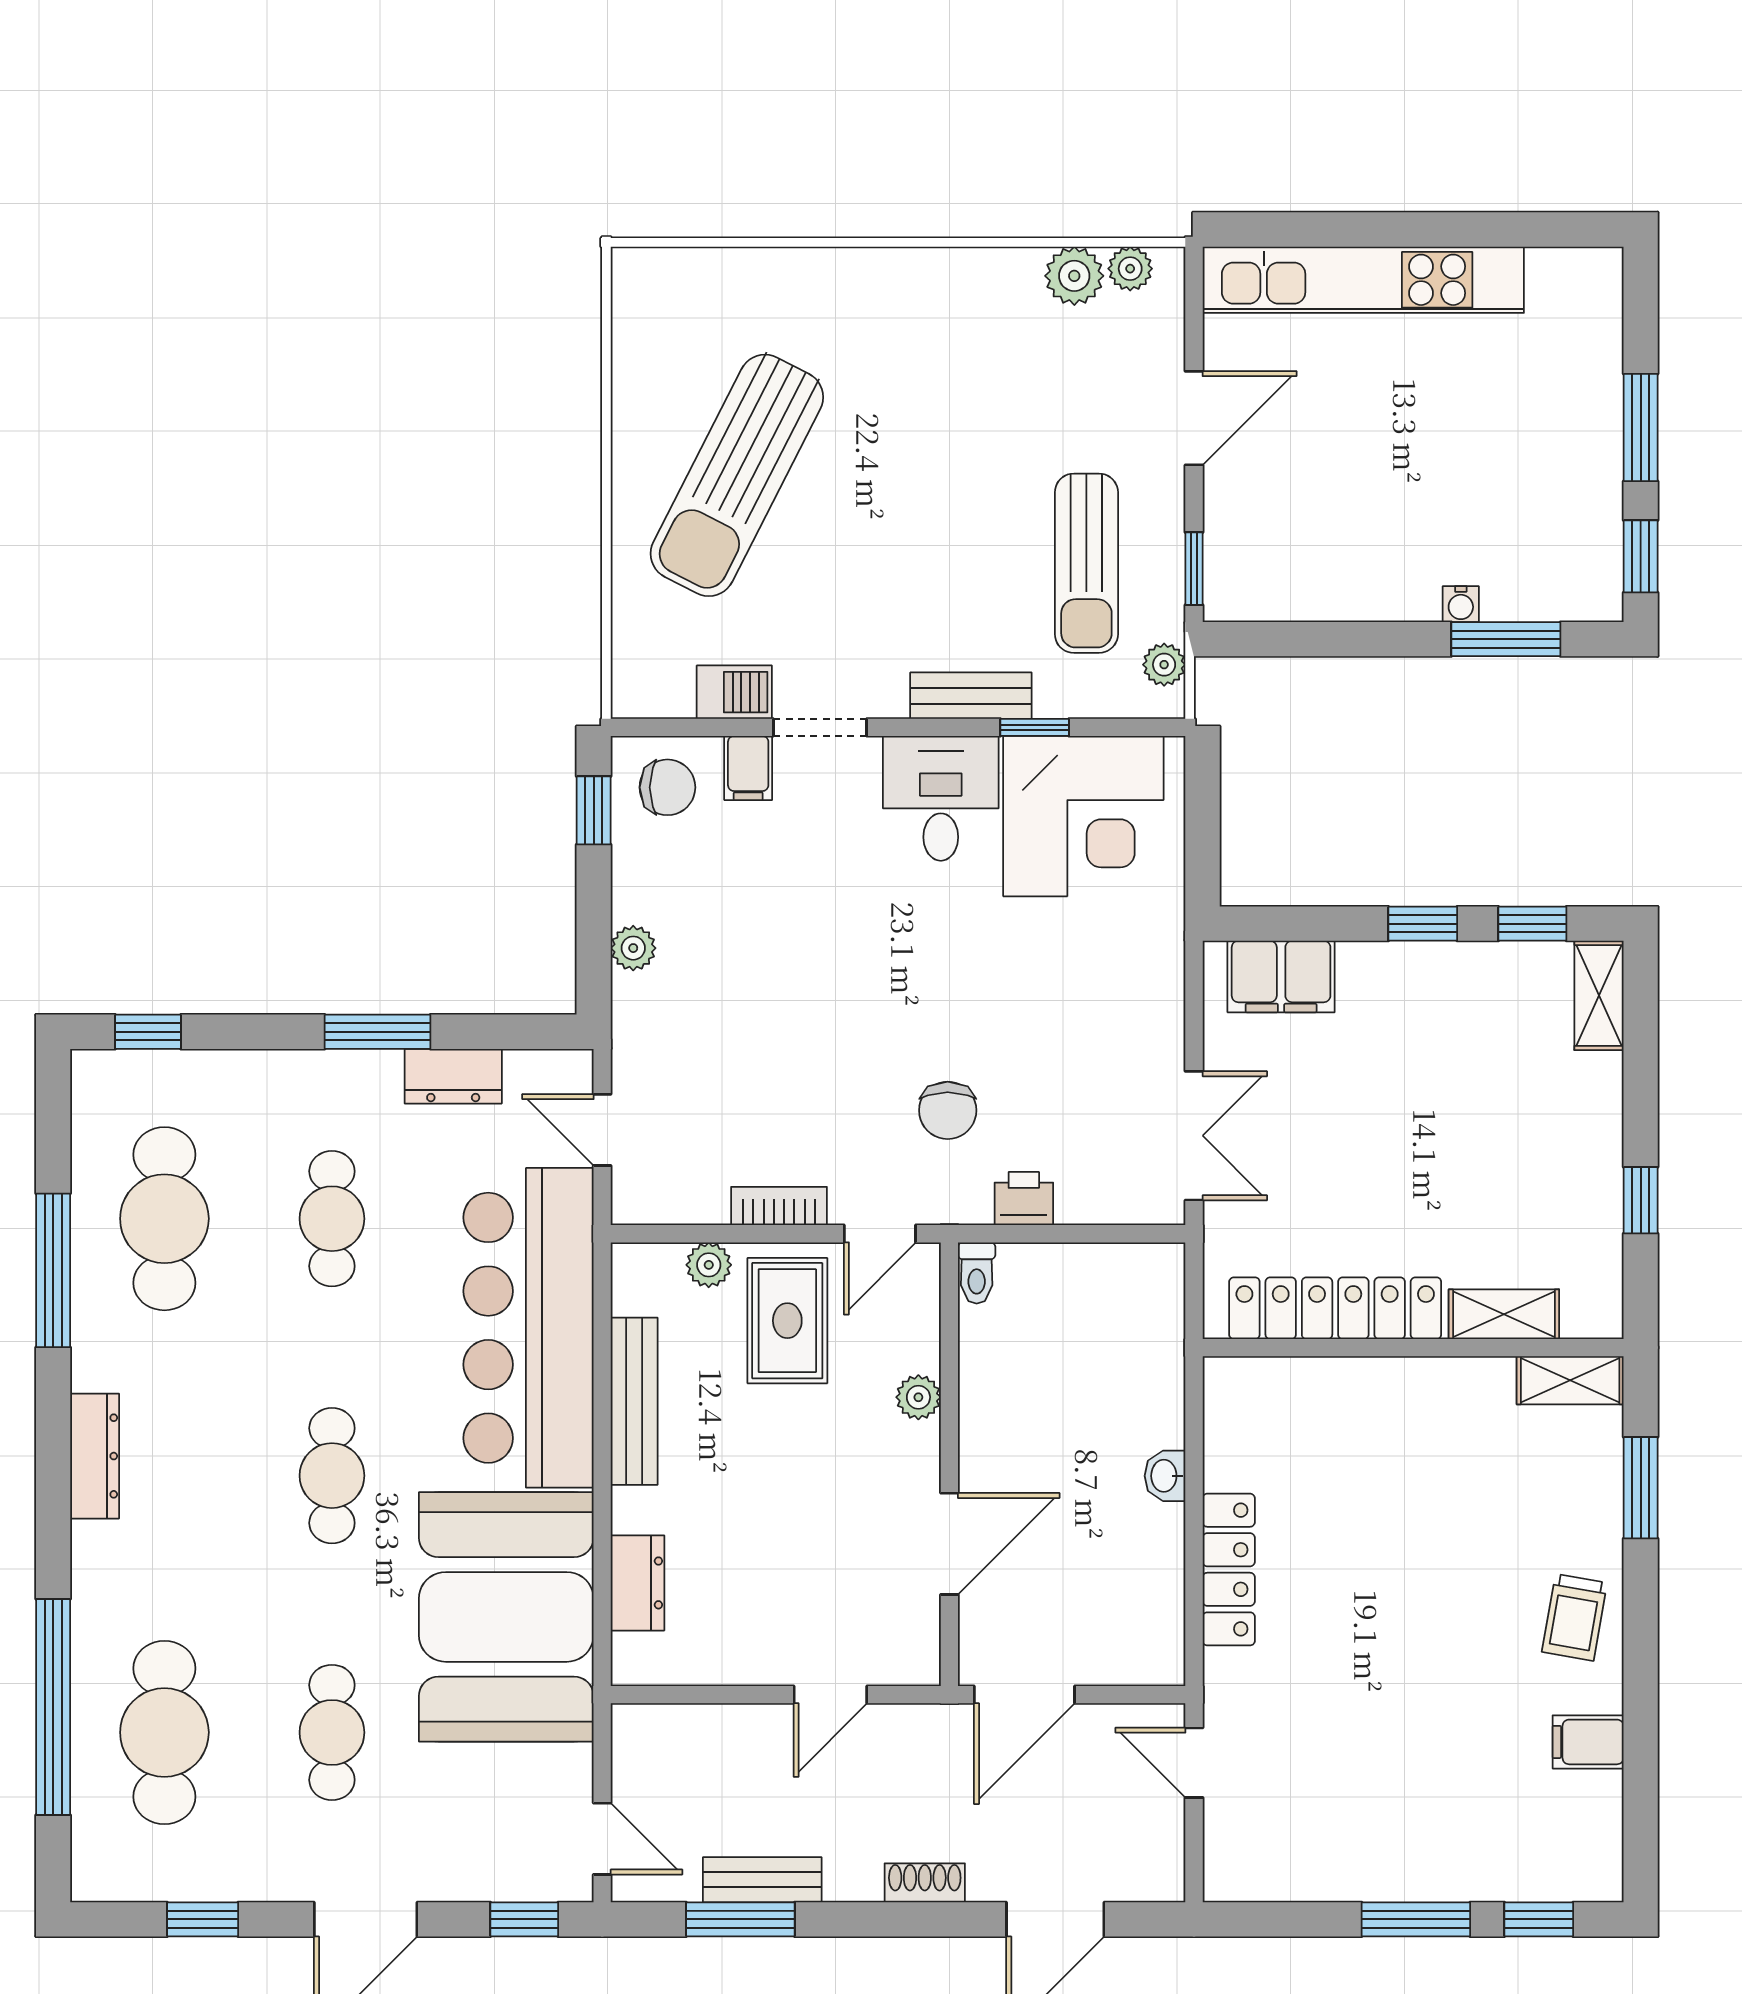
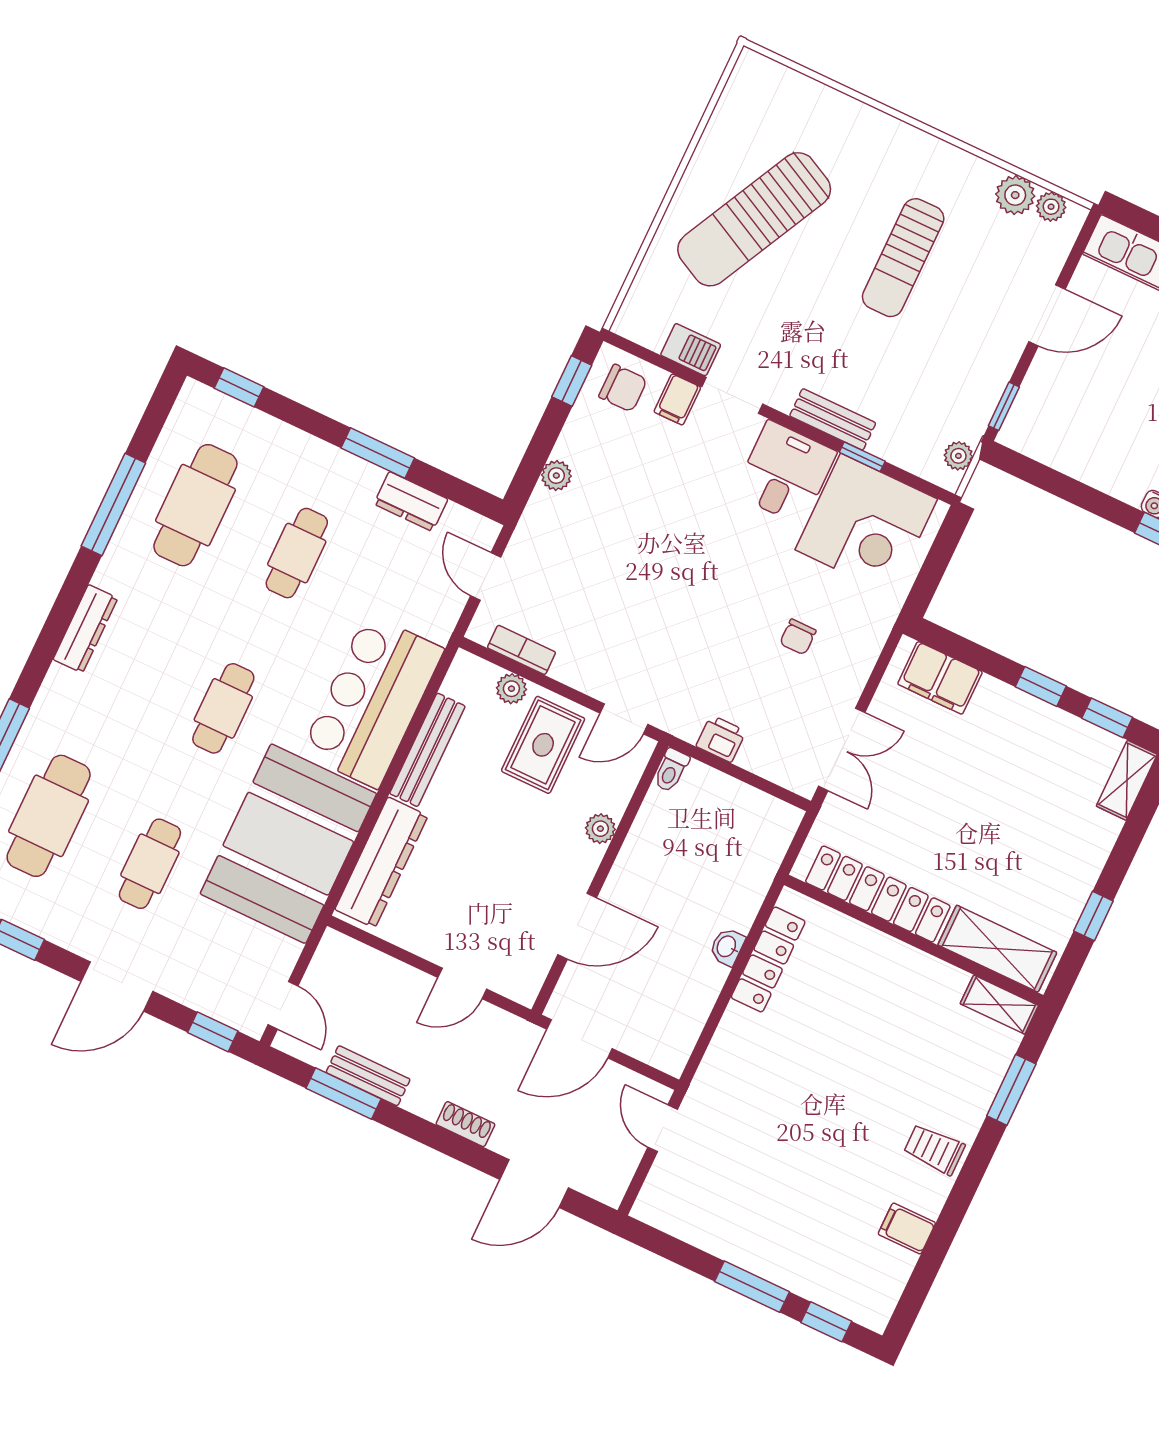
sun lounger: (1086, 563) -> (903, 258), moved
chair: (948, 1110) -> (798, 637), moved, width x0.73, depth x0.73
bookcase: (779, 1206) -> (522, 650), moved
shelving: (1504, 1314) -> (997, 949), width x1.50, depth x1.33
bar counter: (529, 1328) -> (372, 701), width x0.73
locker: (1229, 1570) -> (768, 959), moved
dresser: (638, 1583) -> (381, 863), width x1.96, depth x1.24
trolley: (1575, 1617) -> (934, 1149), turned 80

